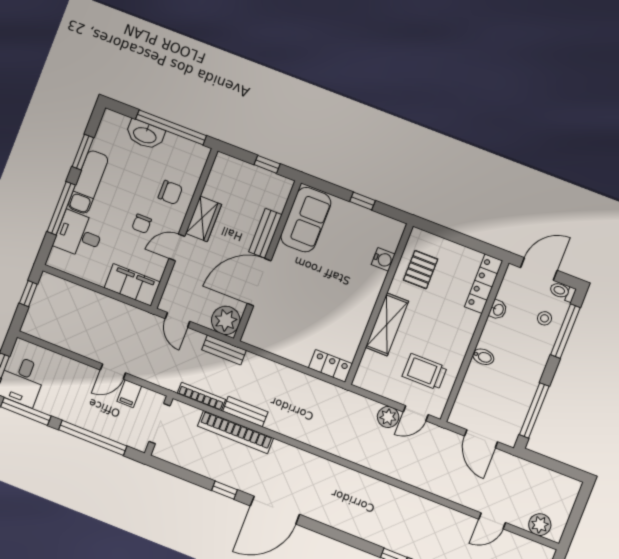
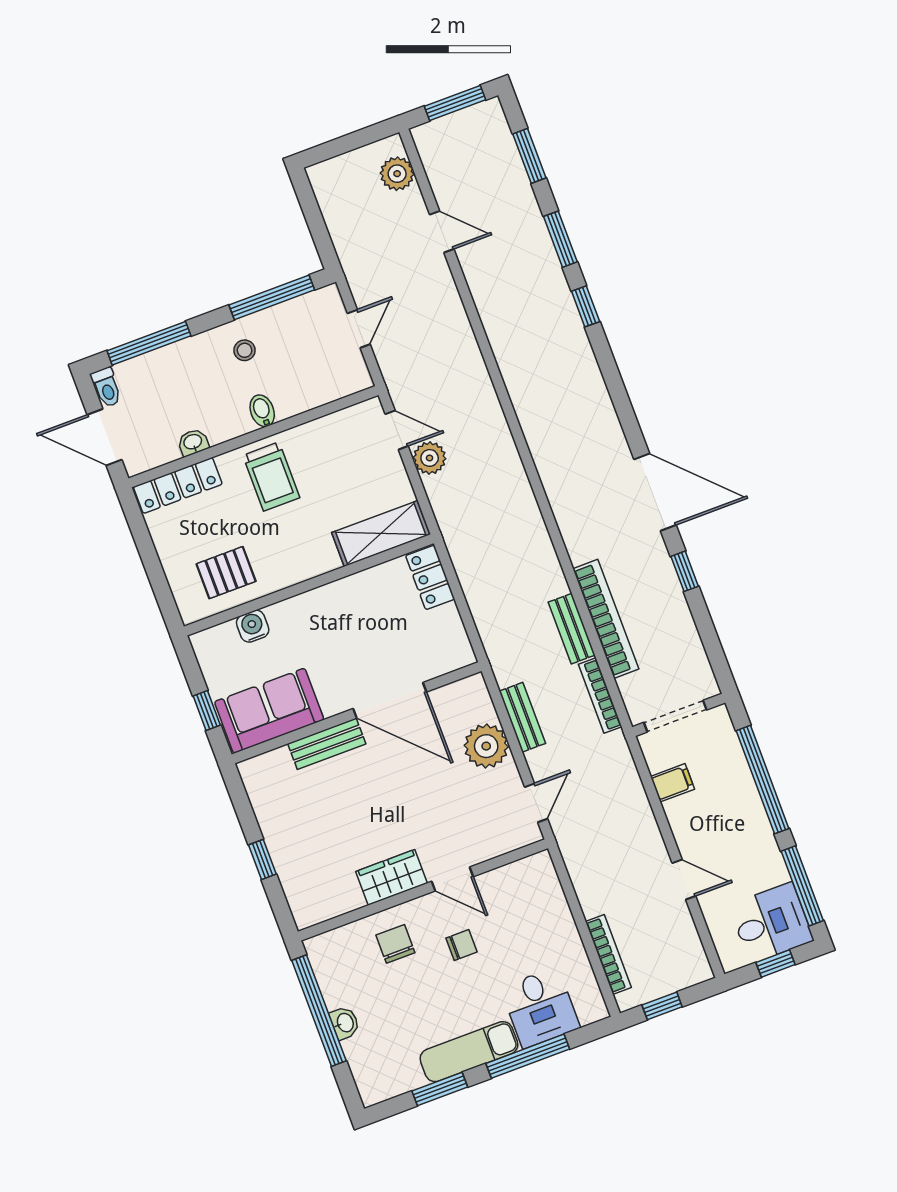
washbasin: (145, 135) -> (345, 1023), width x0.52, depth x0.69
sofa: (306, 220) -> (269, 711), moved
bench: (265, 233) -> (327, 744), moved
wall: (267, 261) -> (357, 713), moved
door: (259, 282) -> (390, 700), moved
filing cabinet: (132, 285) -> (543, 893), removed
bookcase: (75, 290) -> (608, 954), added
stool: (544, 318) -> (244, 350), moved
shelving: (387, 324) -> (381, 534), moved
door: (113, 371) -> (684, 879), moved
trolley: (425, 372) -> (271, 476), moved
door: (481, 439) -> (359, 329), width x0.73

